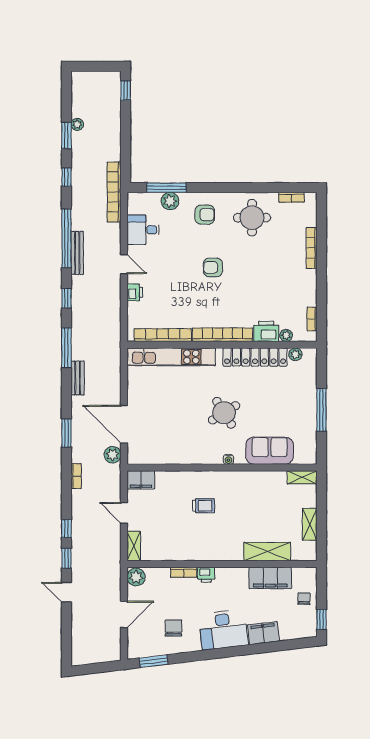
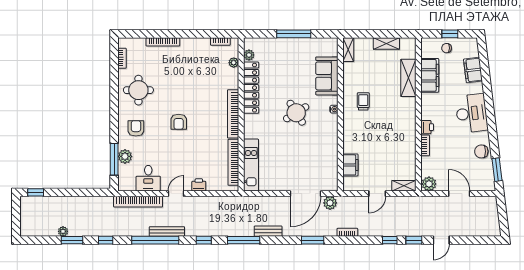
bookcase: (114, 192) -> (138, 202), moved
printer: (266, 331) -> (230, 79), removed
kitchen unit: (171, 357) -> (251, 165), width x0.73
filing cabinet: (141, 480) -> (350, 165), moved
trolley: (204, 506) -> (363, 101), moved
window: (321, 619) -> (450, 34), moved
chair: (173, 628) -> (481, 151), moved
filing cabinet: (263, 633) -> (473, 70), moved

